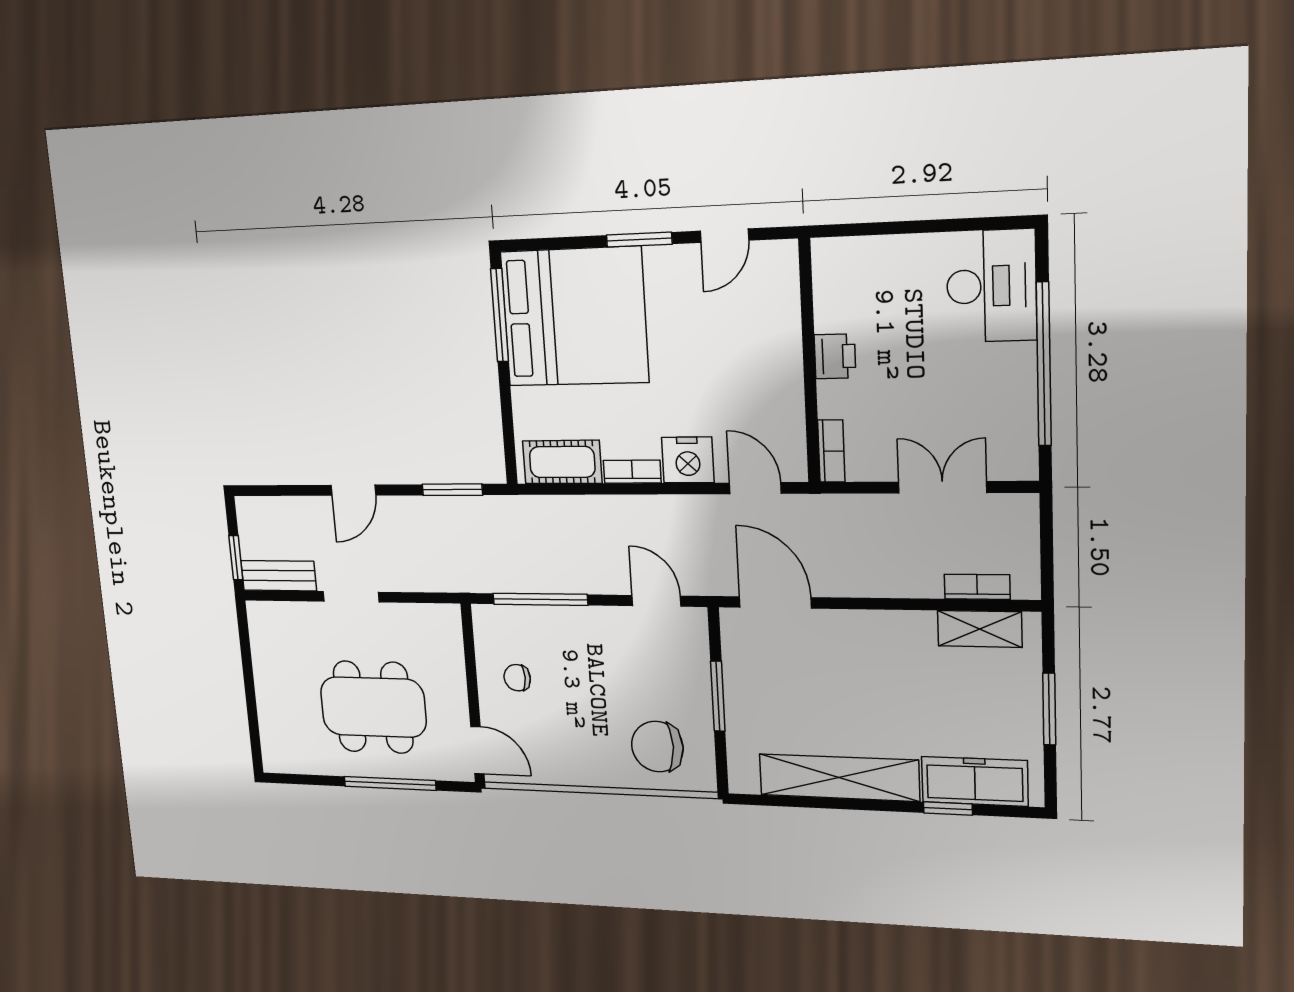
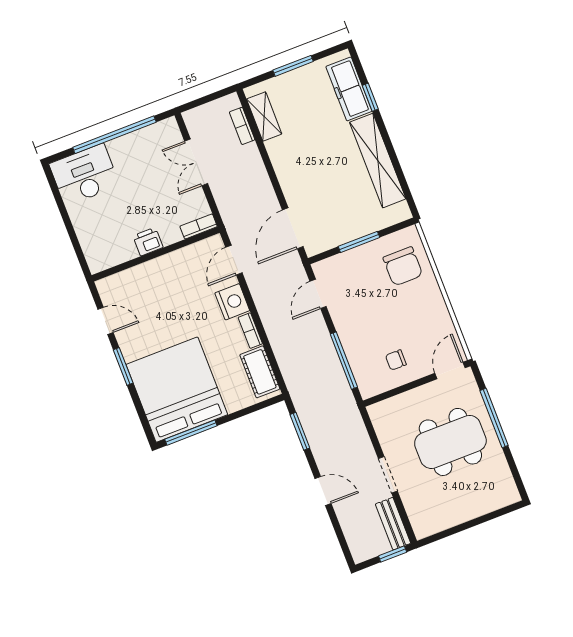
chair: (517, 678) -> (396, 360), turned 90
dining table: (373, 707) -> (450, 442), turned 90

